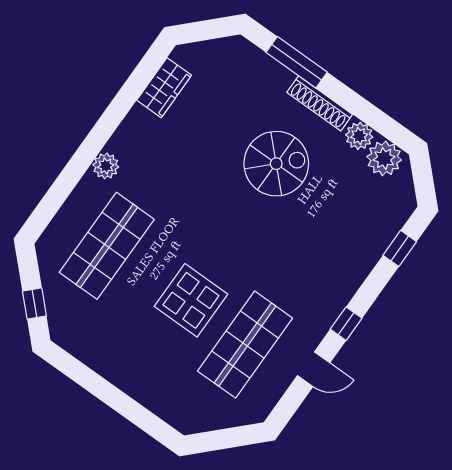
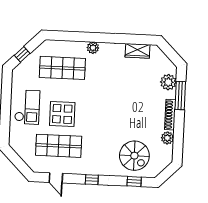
plant: (384, 158) -> (168, 82), moved
spiral stairs: (276, 164) -> (134, 156), moved
checkout: (137, 356) -> (27, 107), added
door: (314, 369) -> (56, 178), moved

